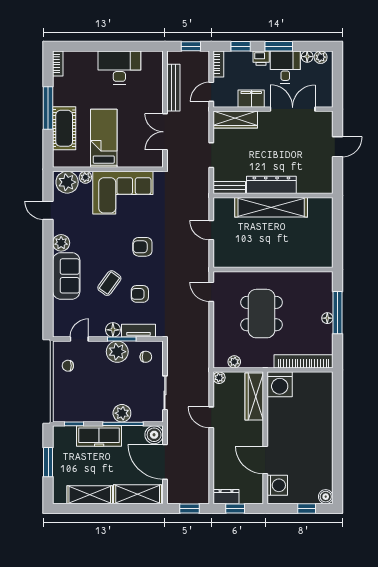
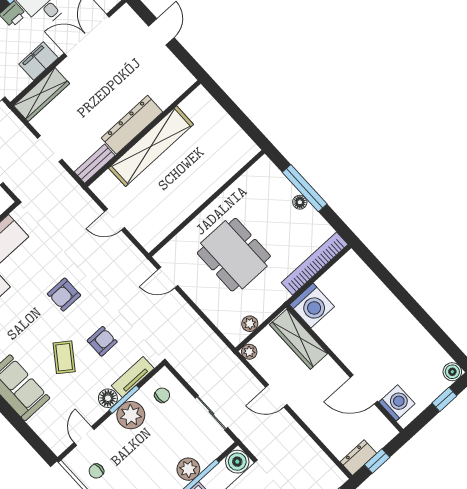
armchair: (140, 294) -> (102, 341), turned 180

